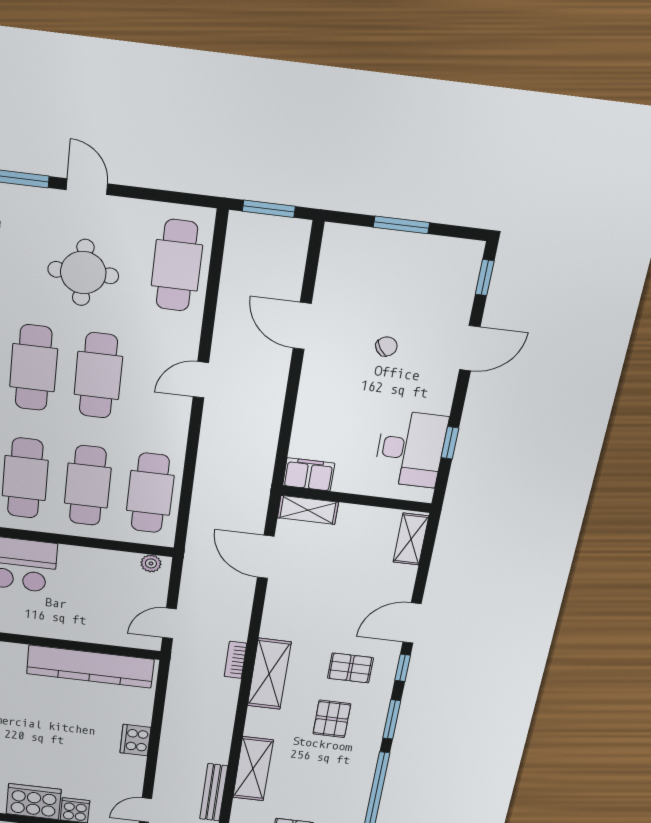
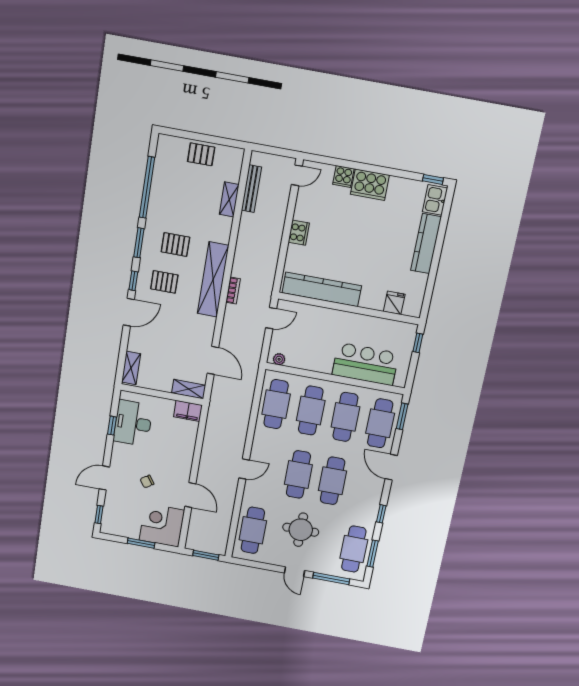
corner desk: (358, 264) -> (162, 525), added
shelving: (269, 674) -> (213, 280), width x1.47
pallet: (332, 719) -> (175, 245), turned 90
shelving: (253, 769) -> (229, 199), width x0.67, depth x0.75

